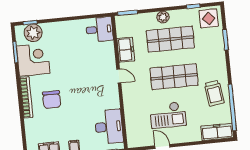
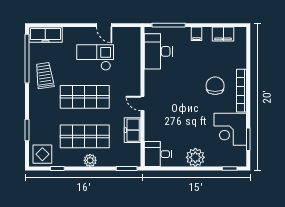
plant: (33, 33) -> (195, 157), moved

